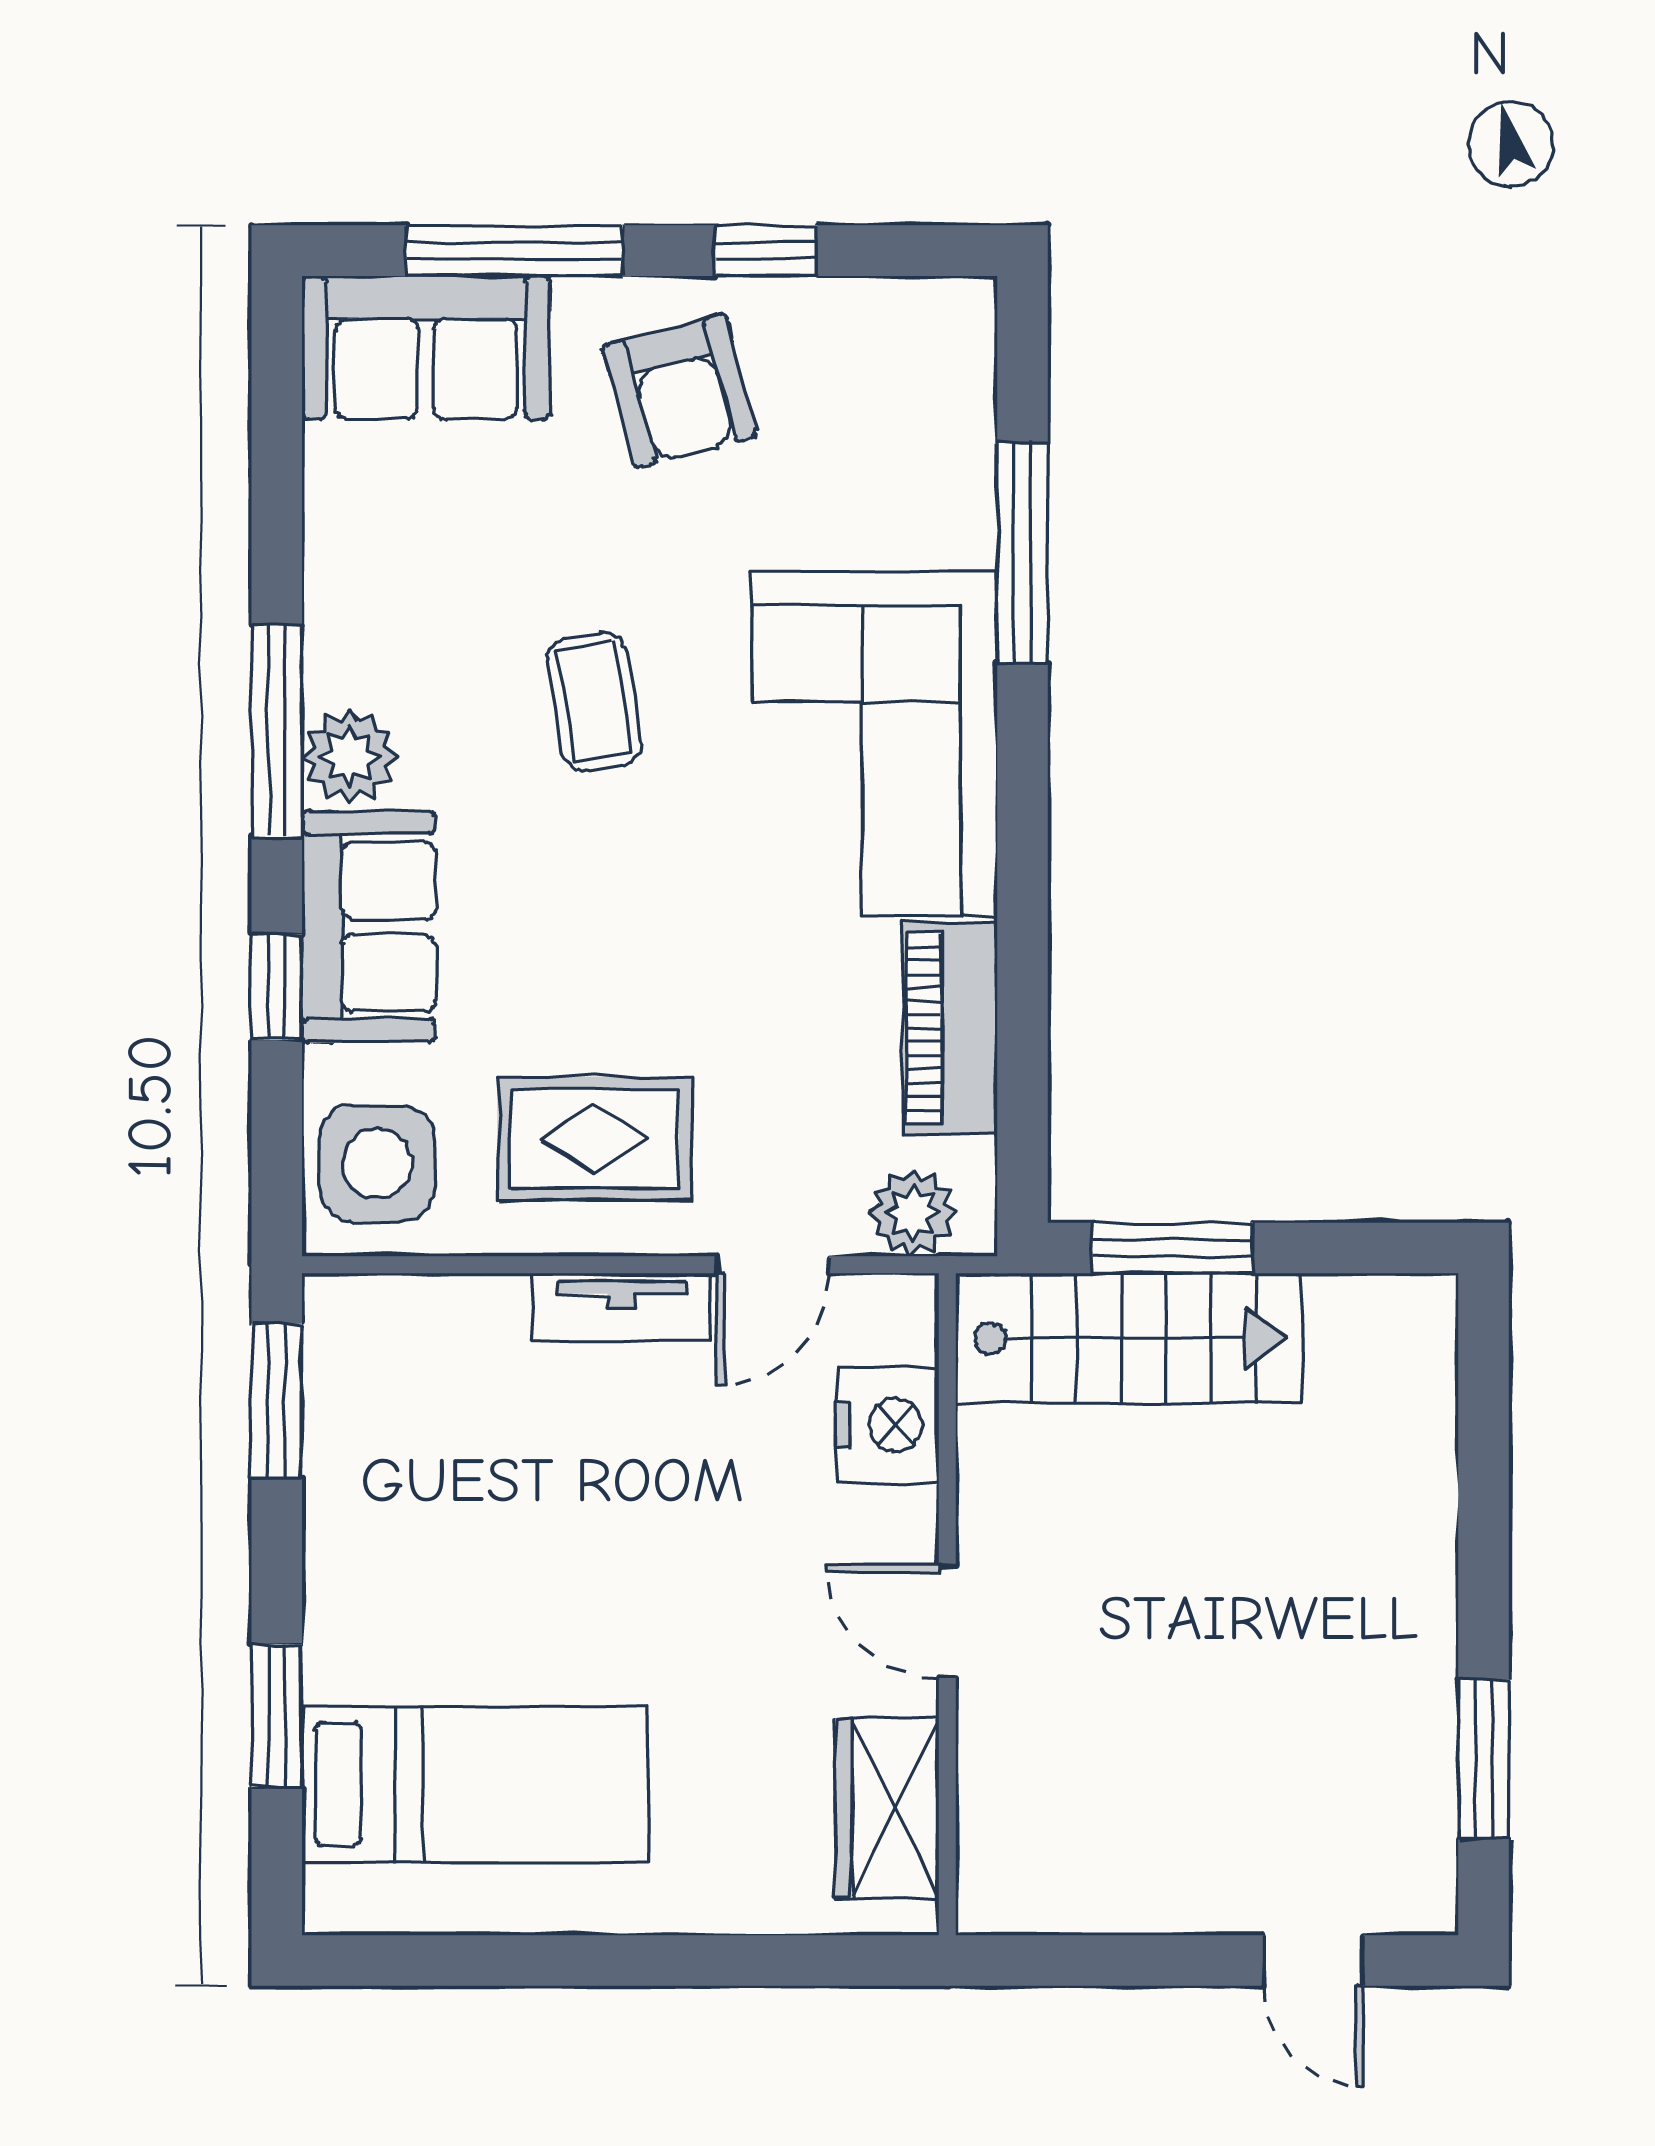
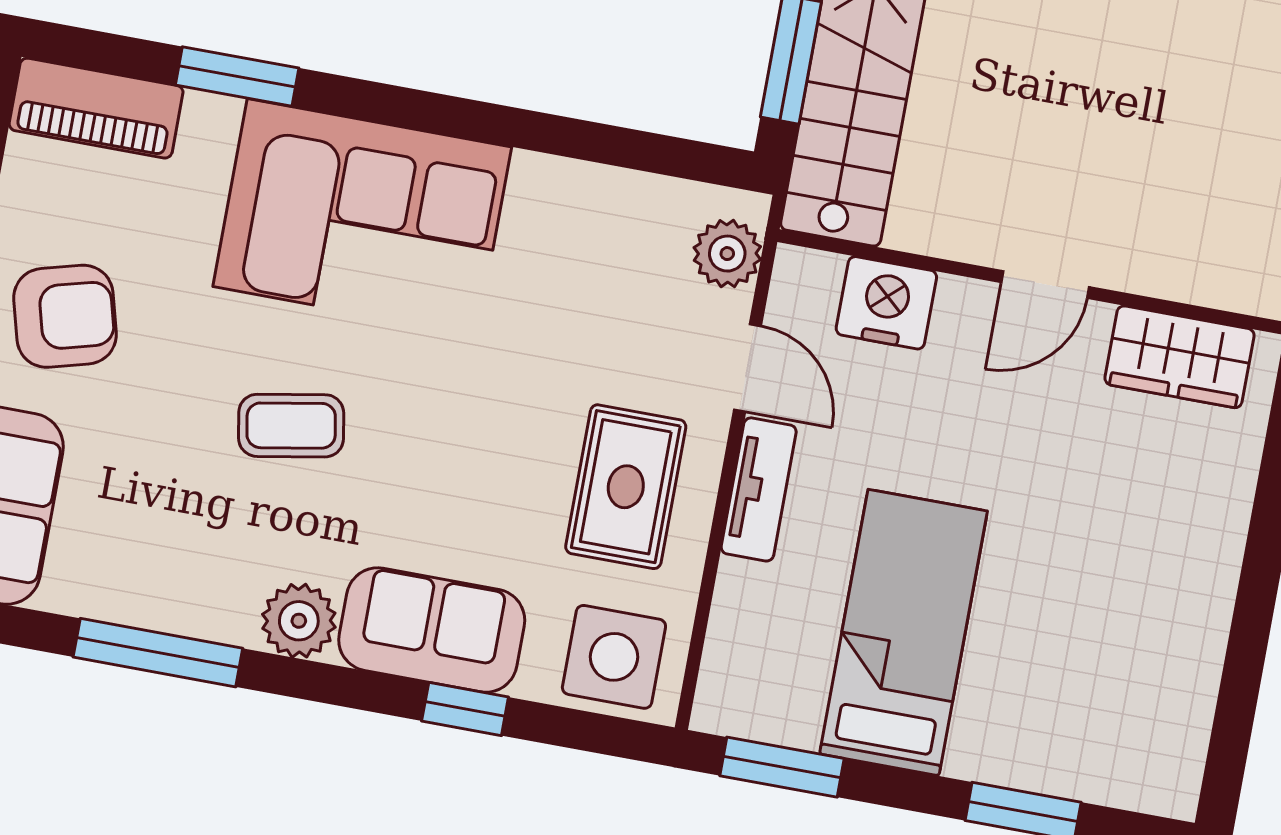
window: (1023, 553) -> (237, 76), width x0.69
window: (277, 731) -> (158, 653), moved
piano: (950, 1028) -> (96, 108), moved
bed: (475, 1784) -> (903, 633), moved

